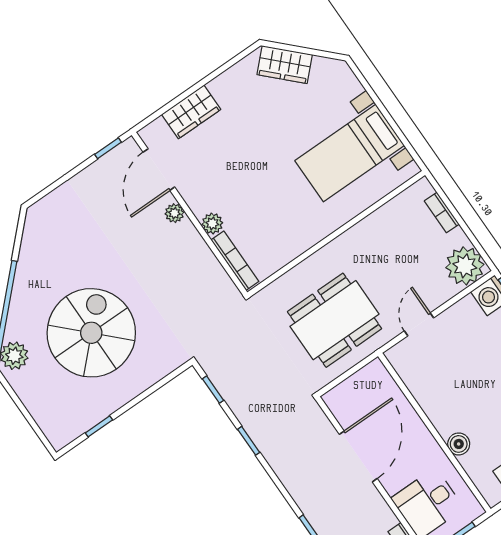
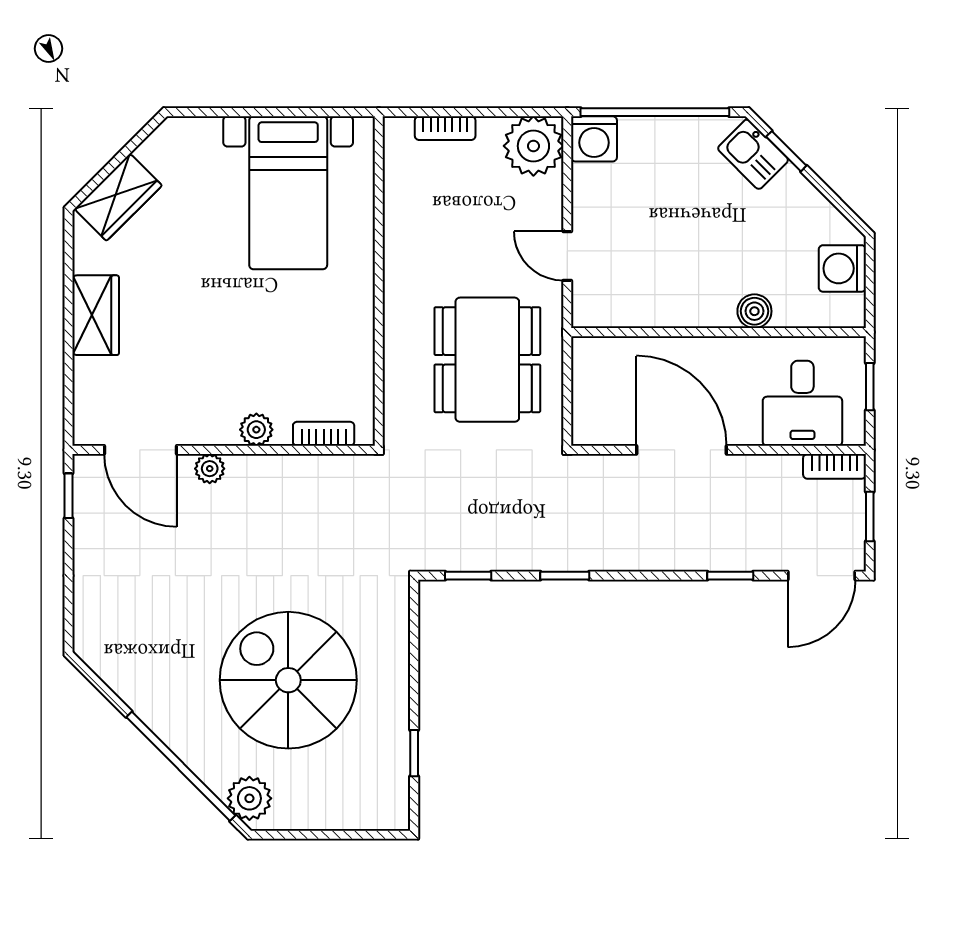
wardrobe: (191, 112) -> (96, 315), moved
bookcase: (235, 261) -> (324, 434), width x0.64

